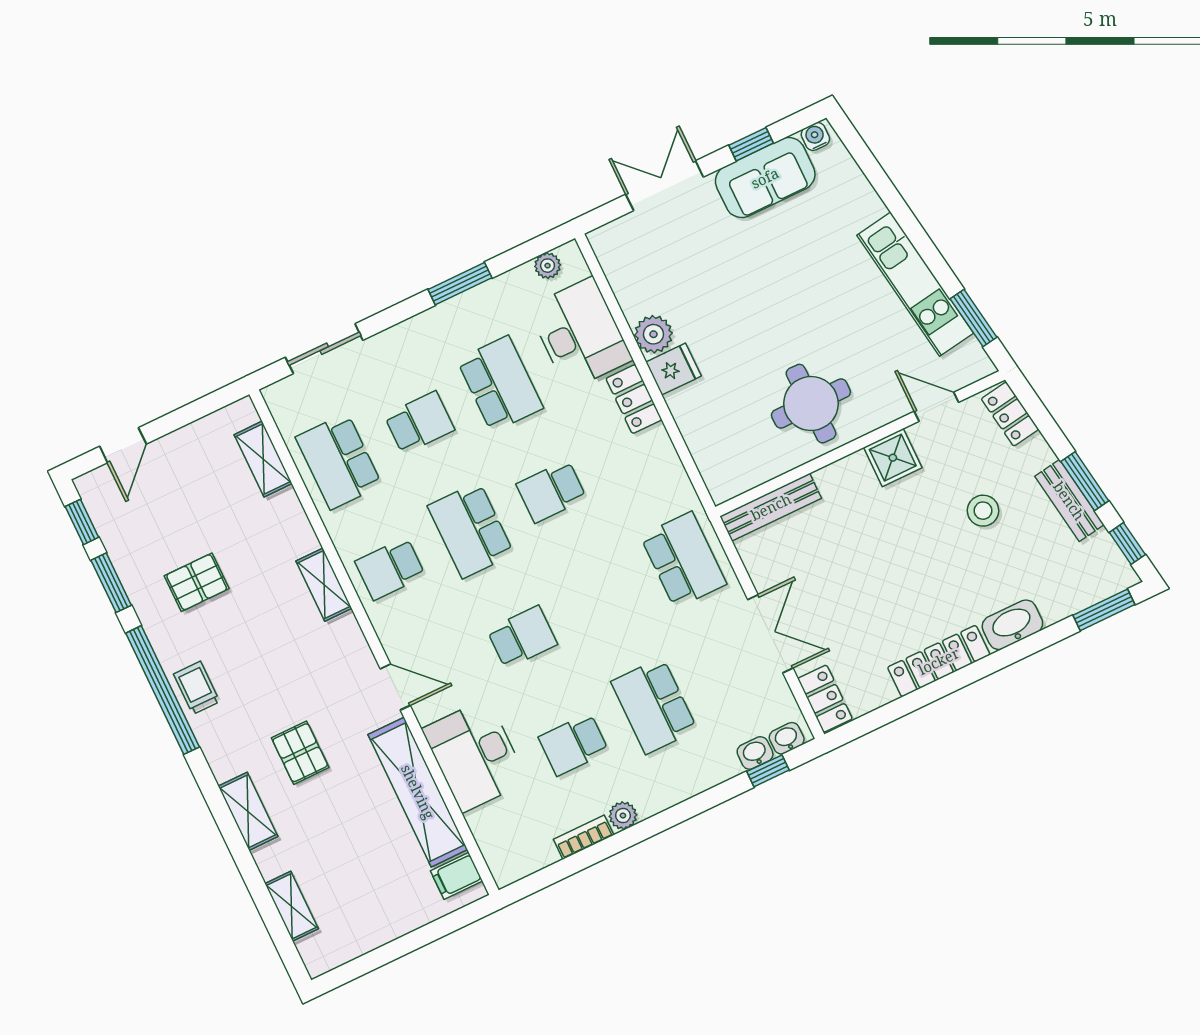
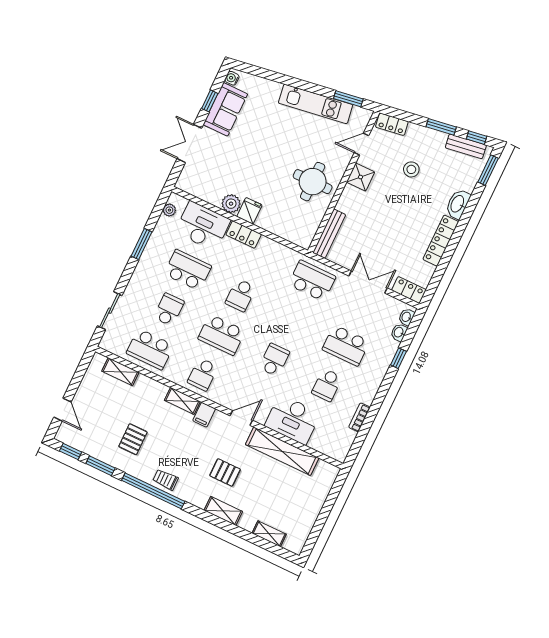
bench: (1069, 501) -> (466, 146), moved
window: (768, 771) -> (398, 358), moved
plant: (623, 816) -> (368, 397), removed
filing cabinet: (456, 876) -> (204, 415), moved

